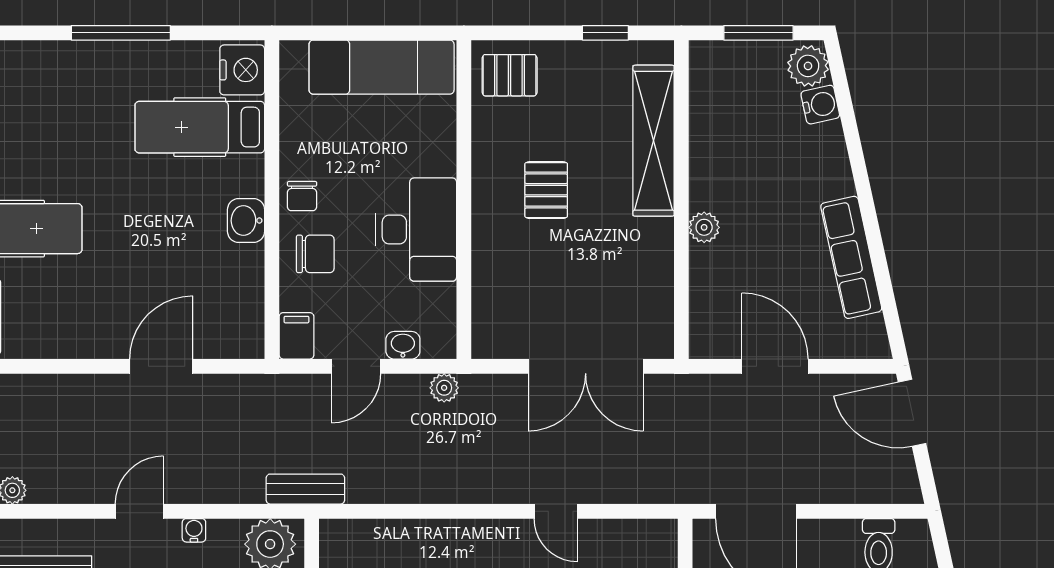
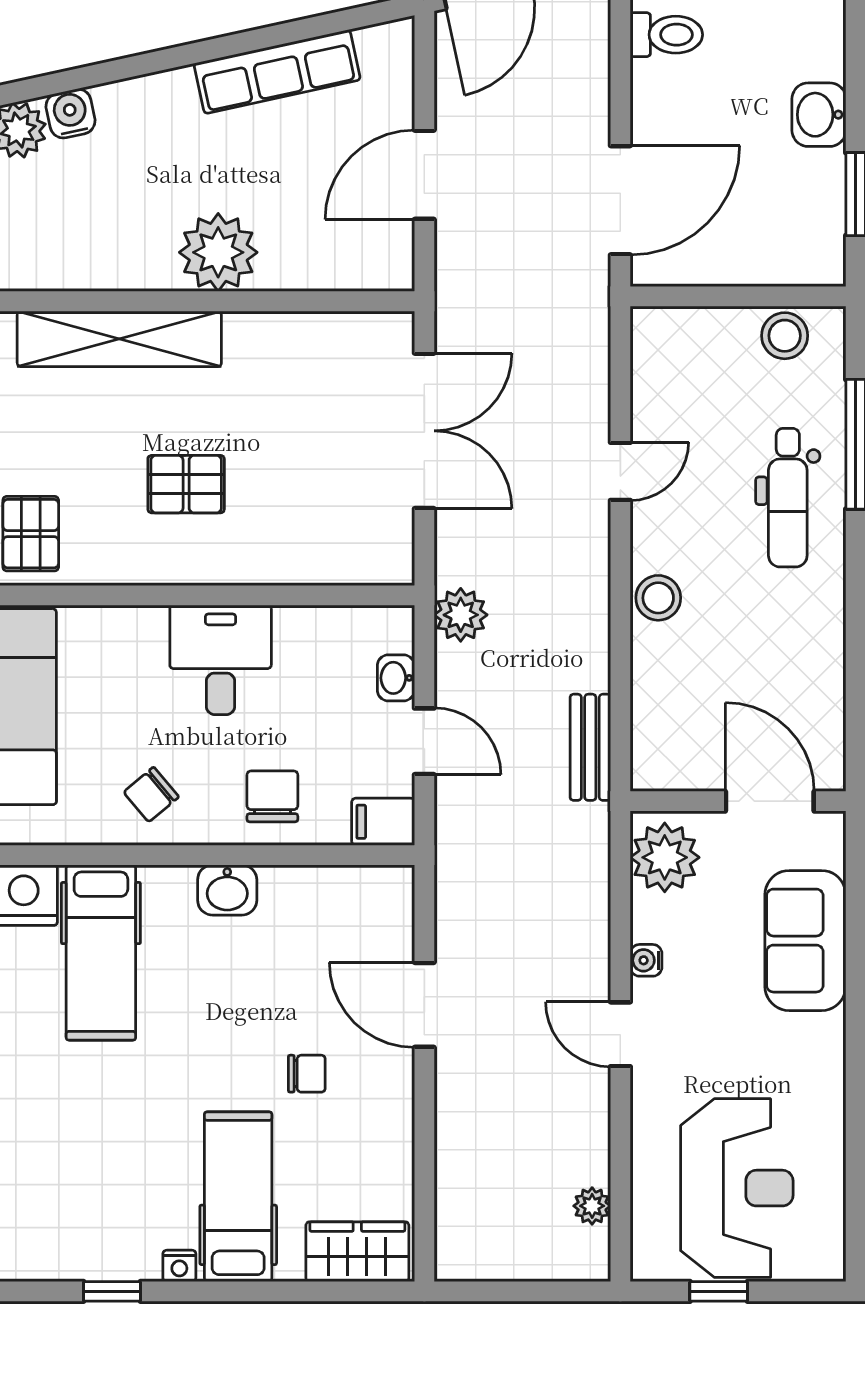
chair: (302, 196) -> (151, 795), moved, turned 140
plant: (704, 227) -> (218, 252), width x1.87, depth x1.87
desk: (416, 230) -> (221, 660), width x0.73
chair: (110, 279) -> (307, 1074), added
plant: (444, 388) -> (461, 615), width x1.38, depth x1.38
bench: (305, 489) -> (590, 747), moved
stool: (462, 539) -> (658, 598), added

